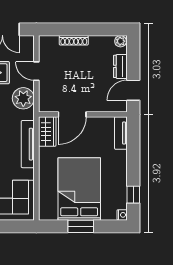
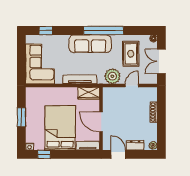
door: (72, 114) -> (101, 122), moved
bed: (79, 189) -> (60, 128), moved, turned -90

